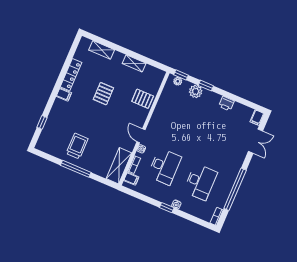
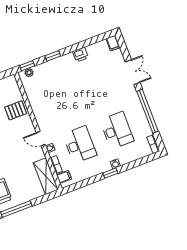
plant: (196, 91) -> (49, 67), removed
double door: (256, 141) -> (133, 72), moved

